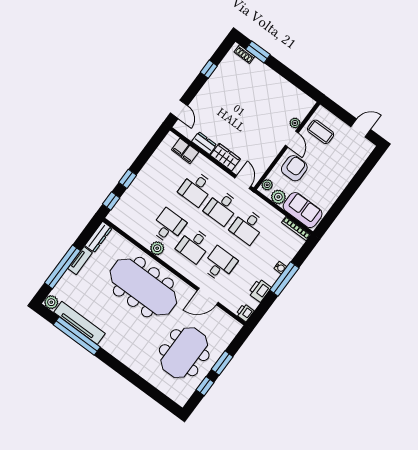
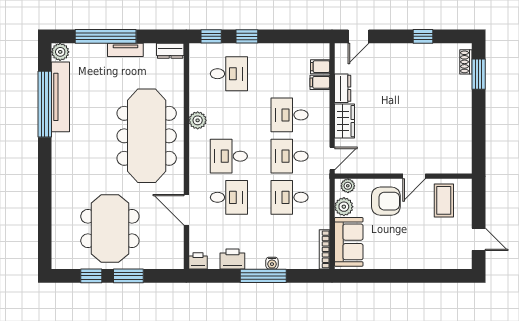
plant: (295, 123) -> (433, 167), removed
desk: (168, 226) -> (229, 74), moved
dresser: (98, 237) -> (170, 51), width x0.70
meeting table: (184, 353) -> (110, 229), turned 90

